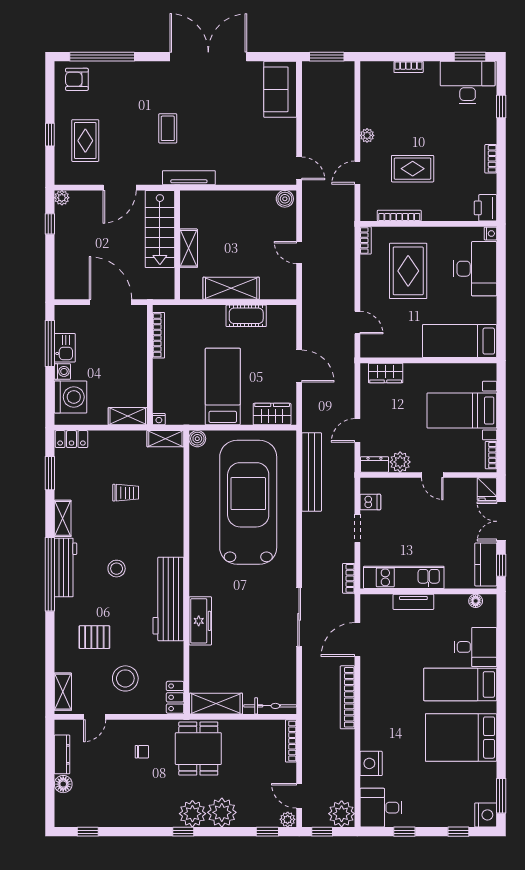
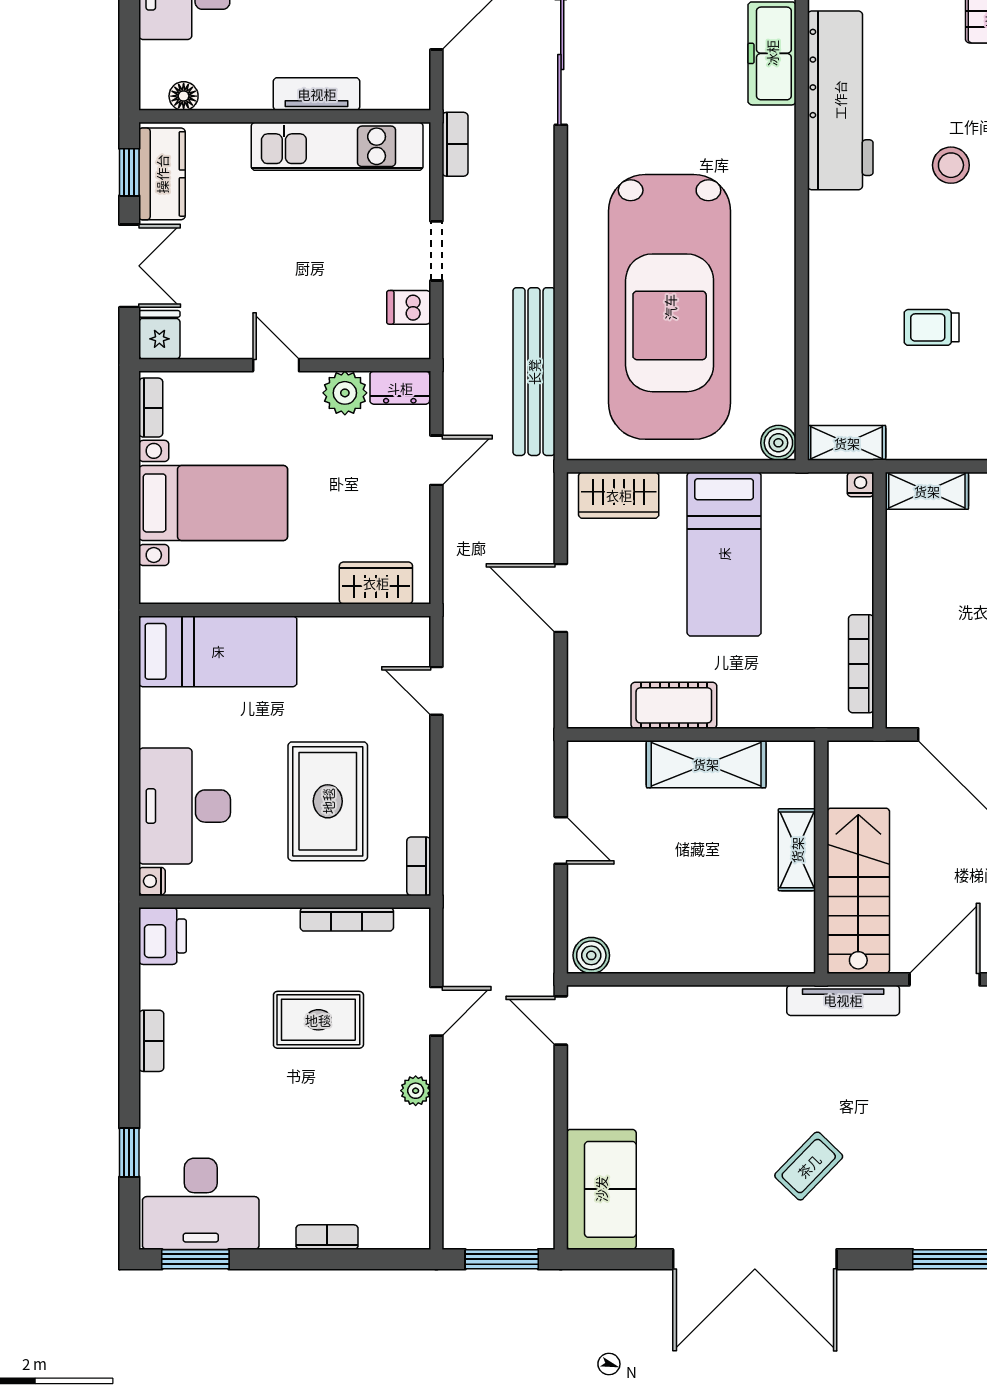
coffee table: (168, 128) -> (809, 1166), moved, turned 44
tv unit: (189, 178) -> (843, 1000), moved

